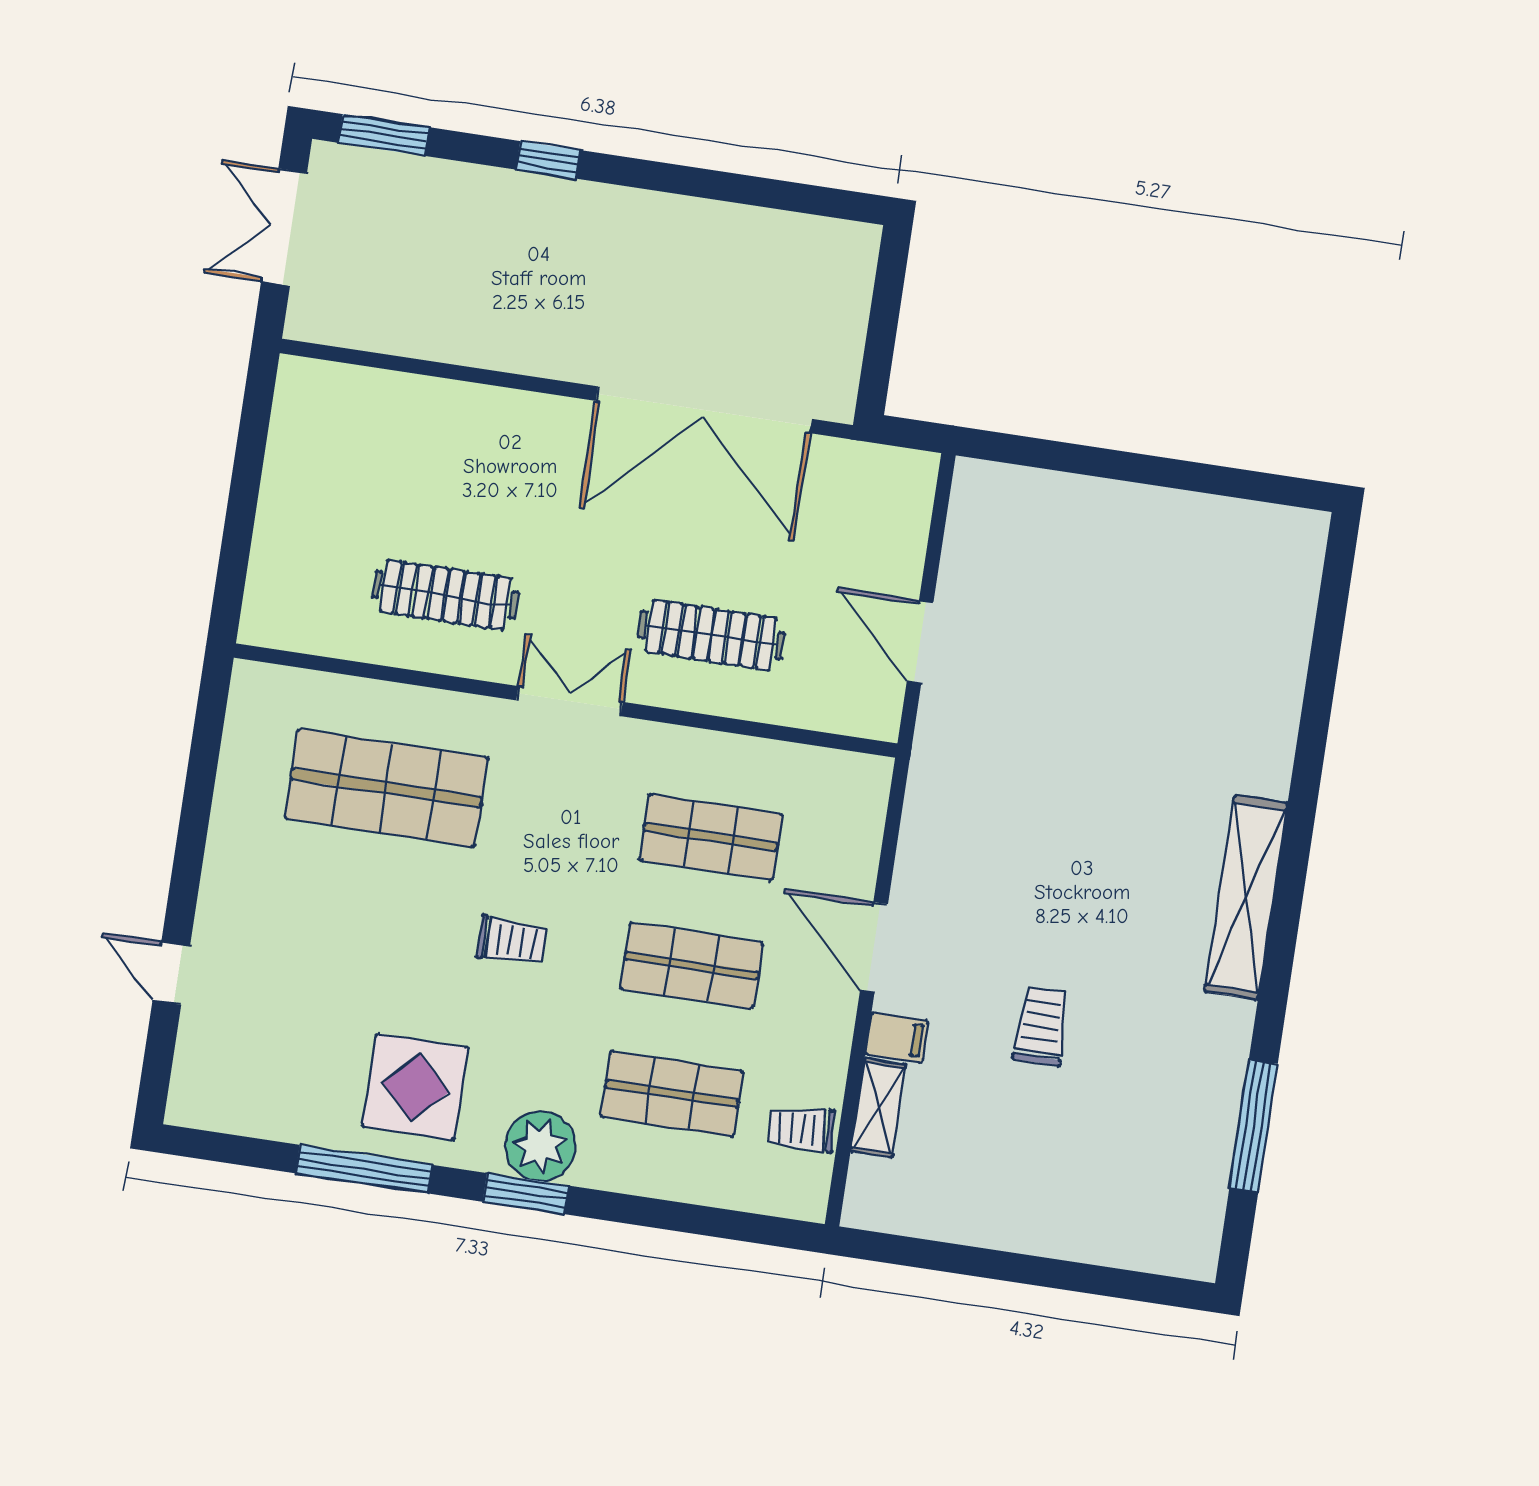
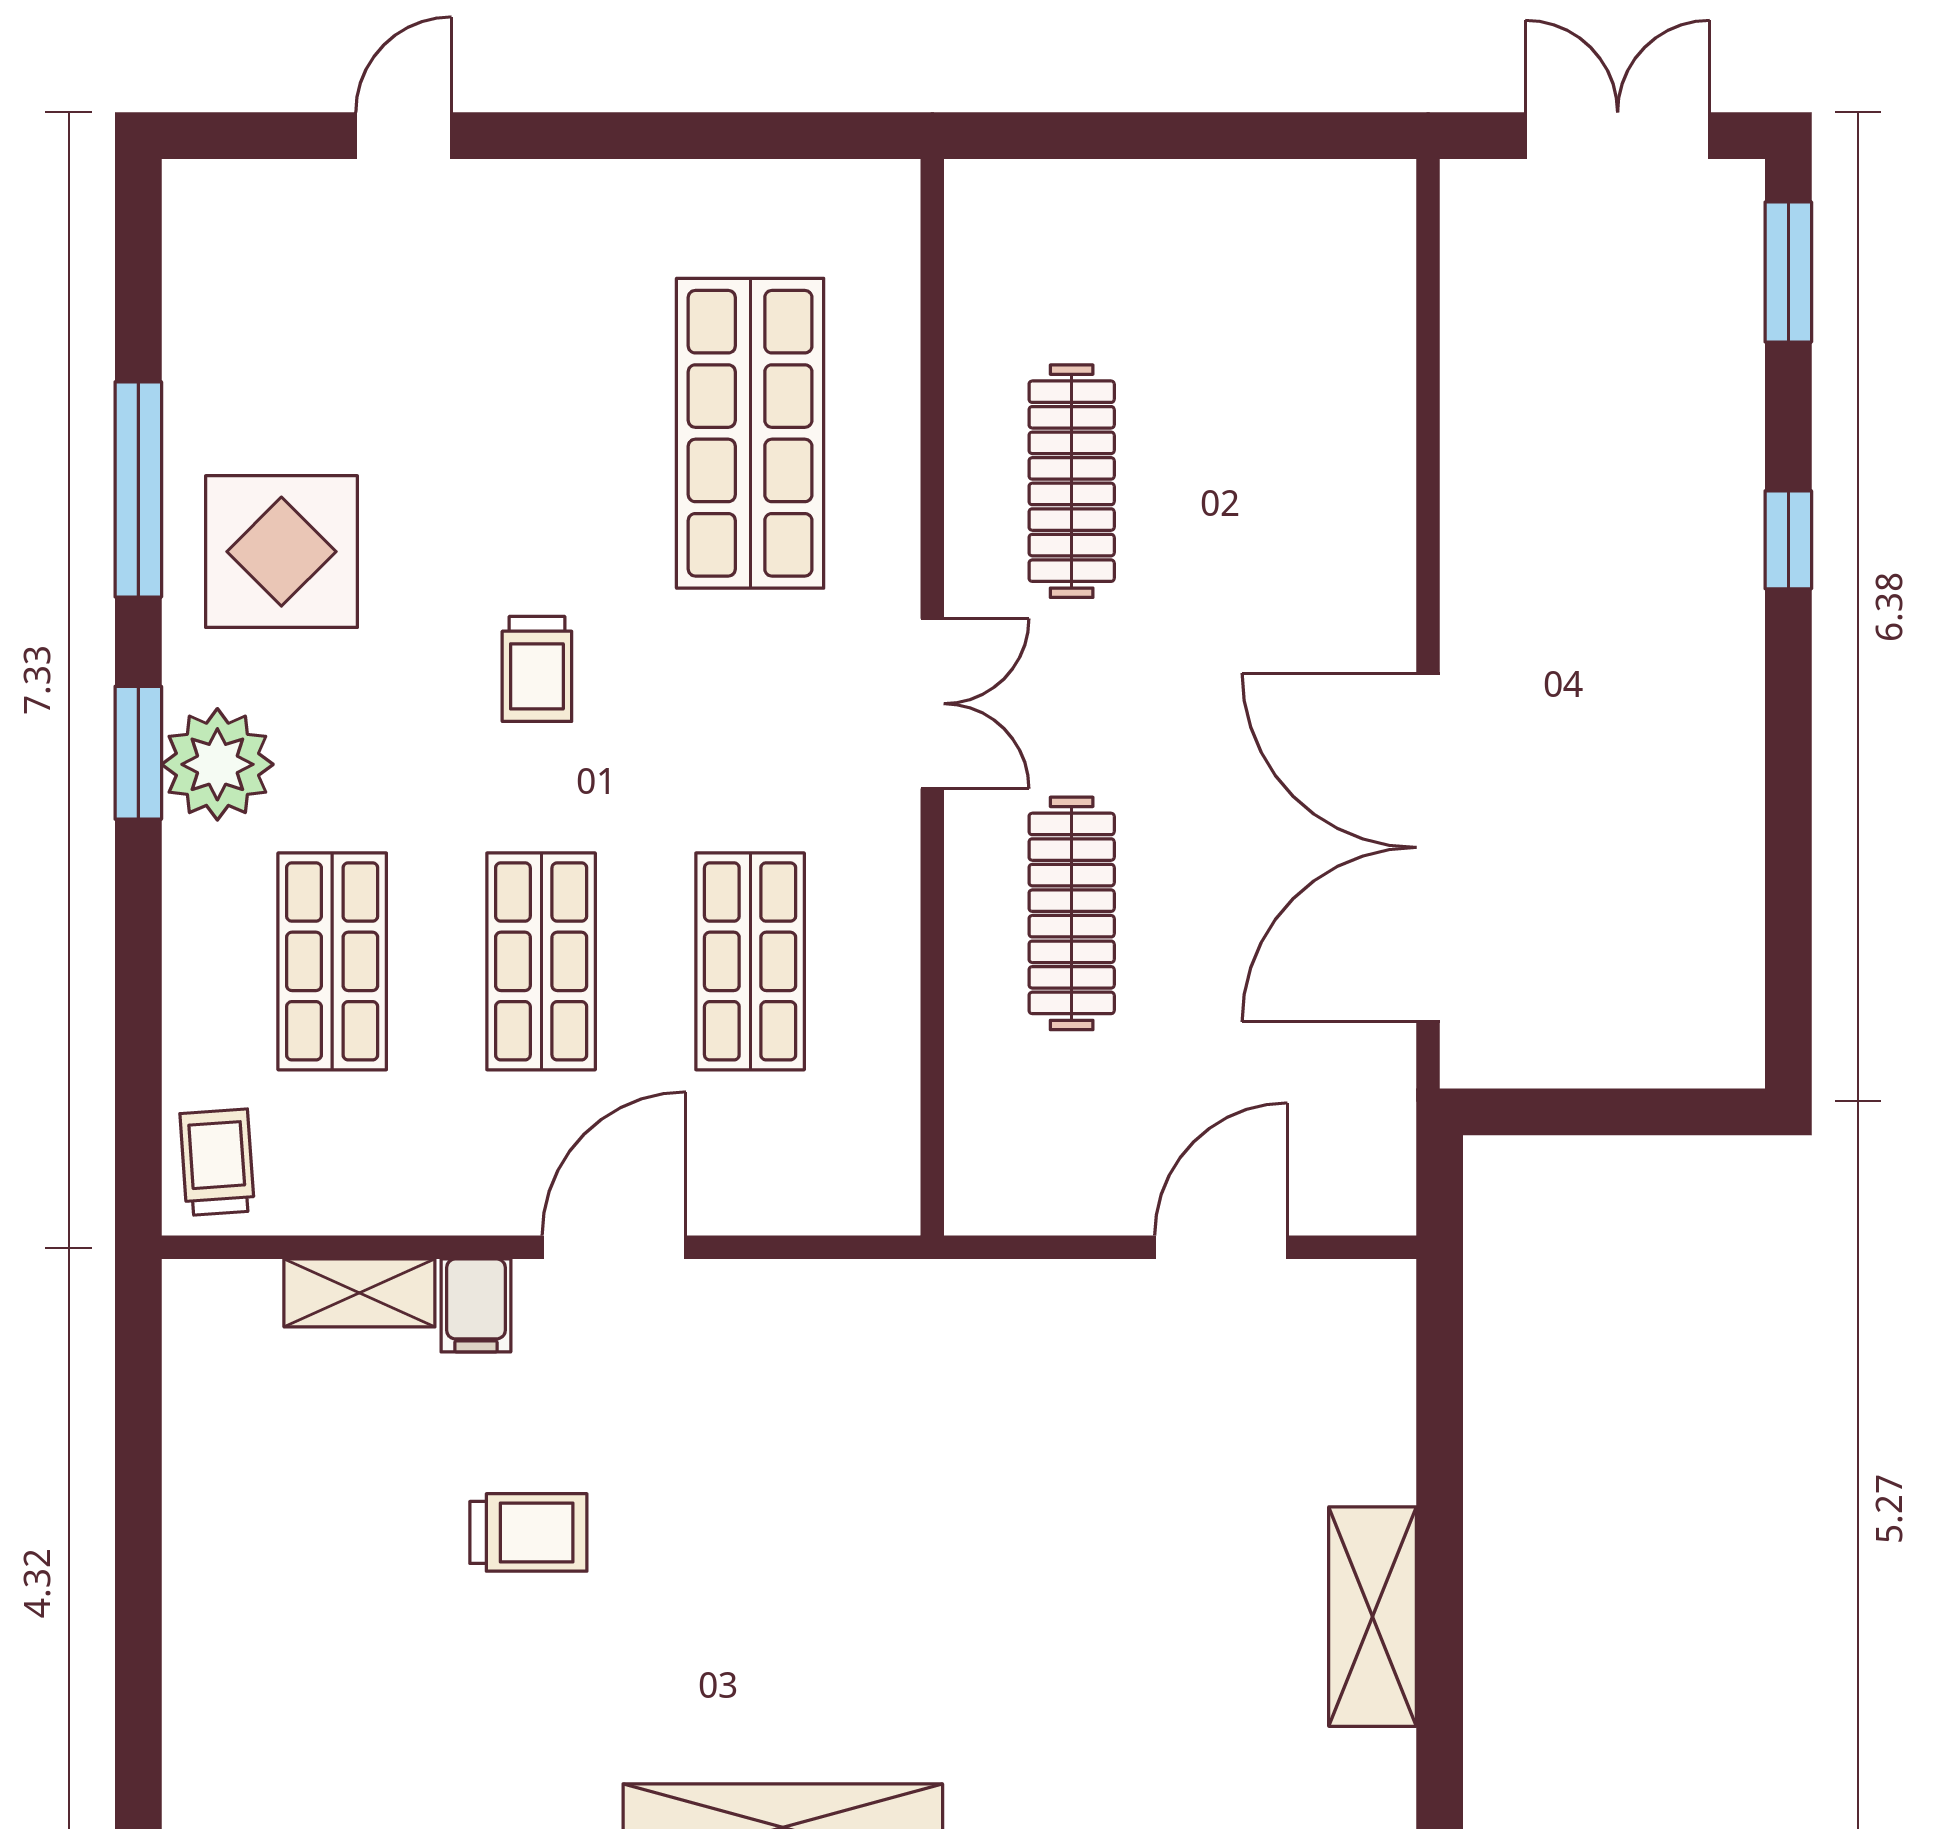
shelving: (1171, 515) -> (1373, 1617), added
door: (920, 642) -> (1221, 1247), moved
trolley: (801, 1129) -> (217, 1162), moved

